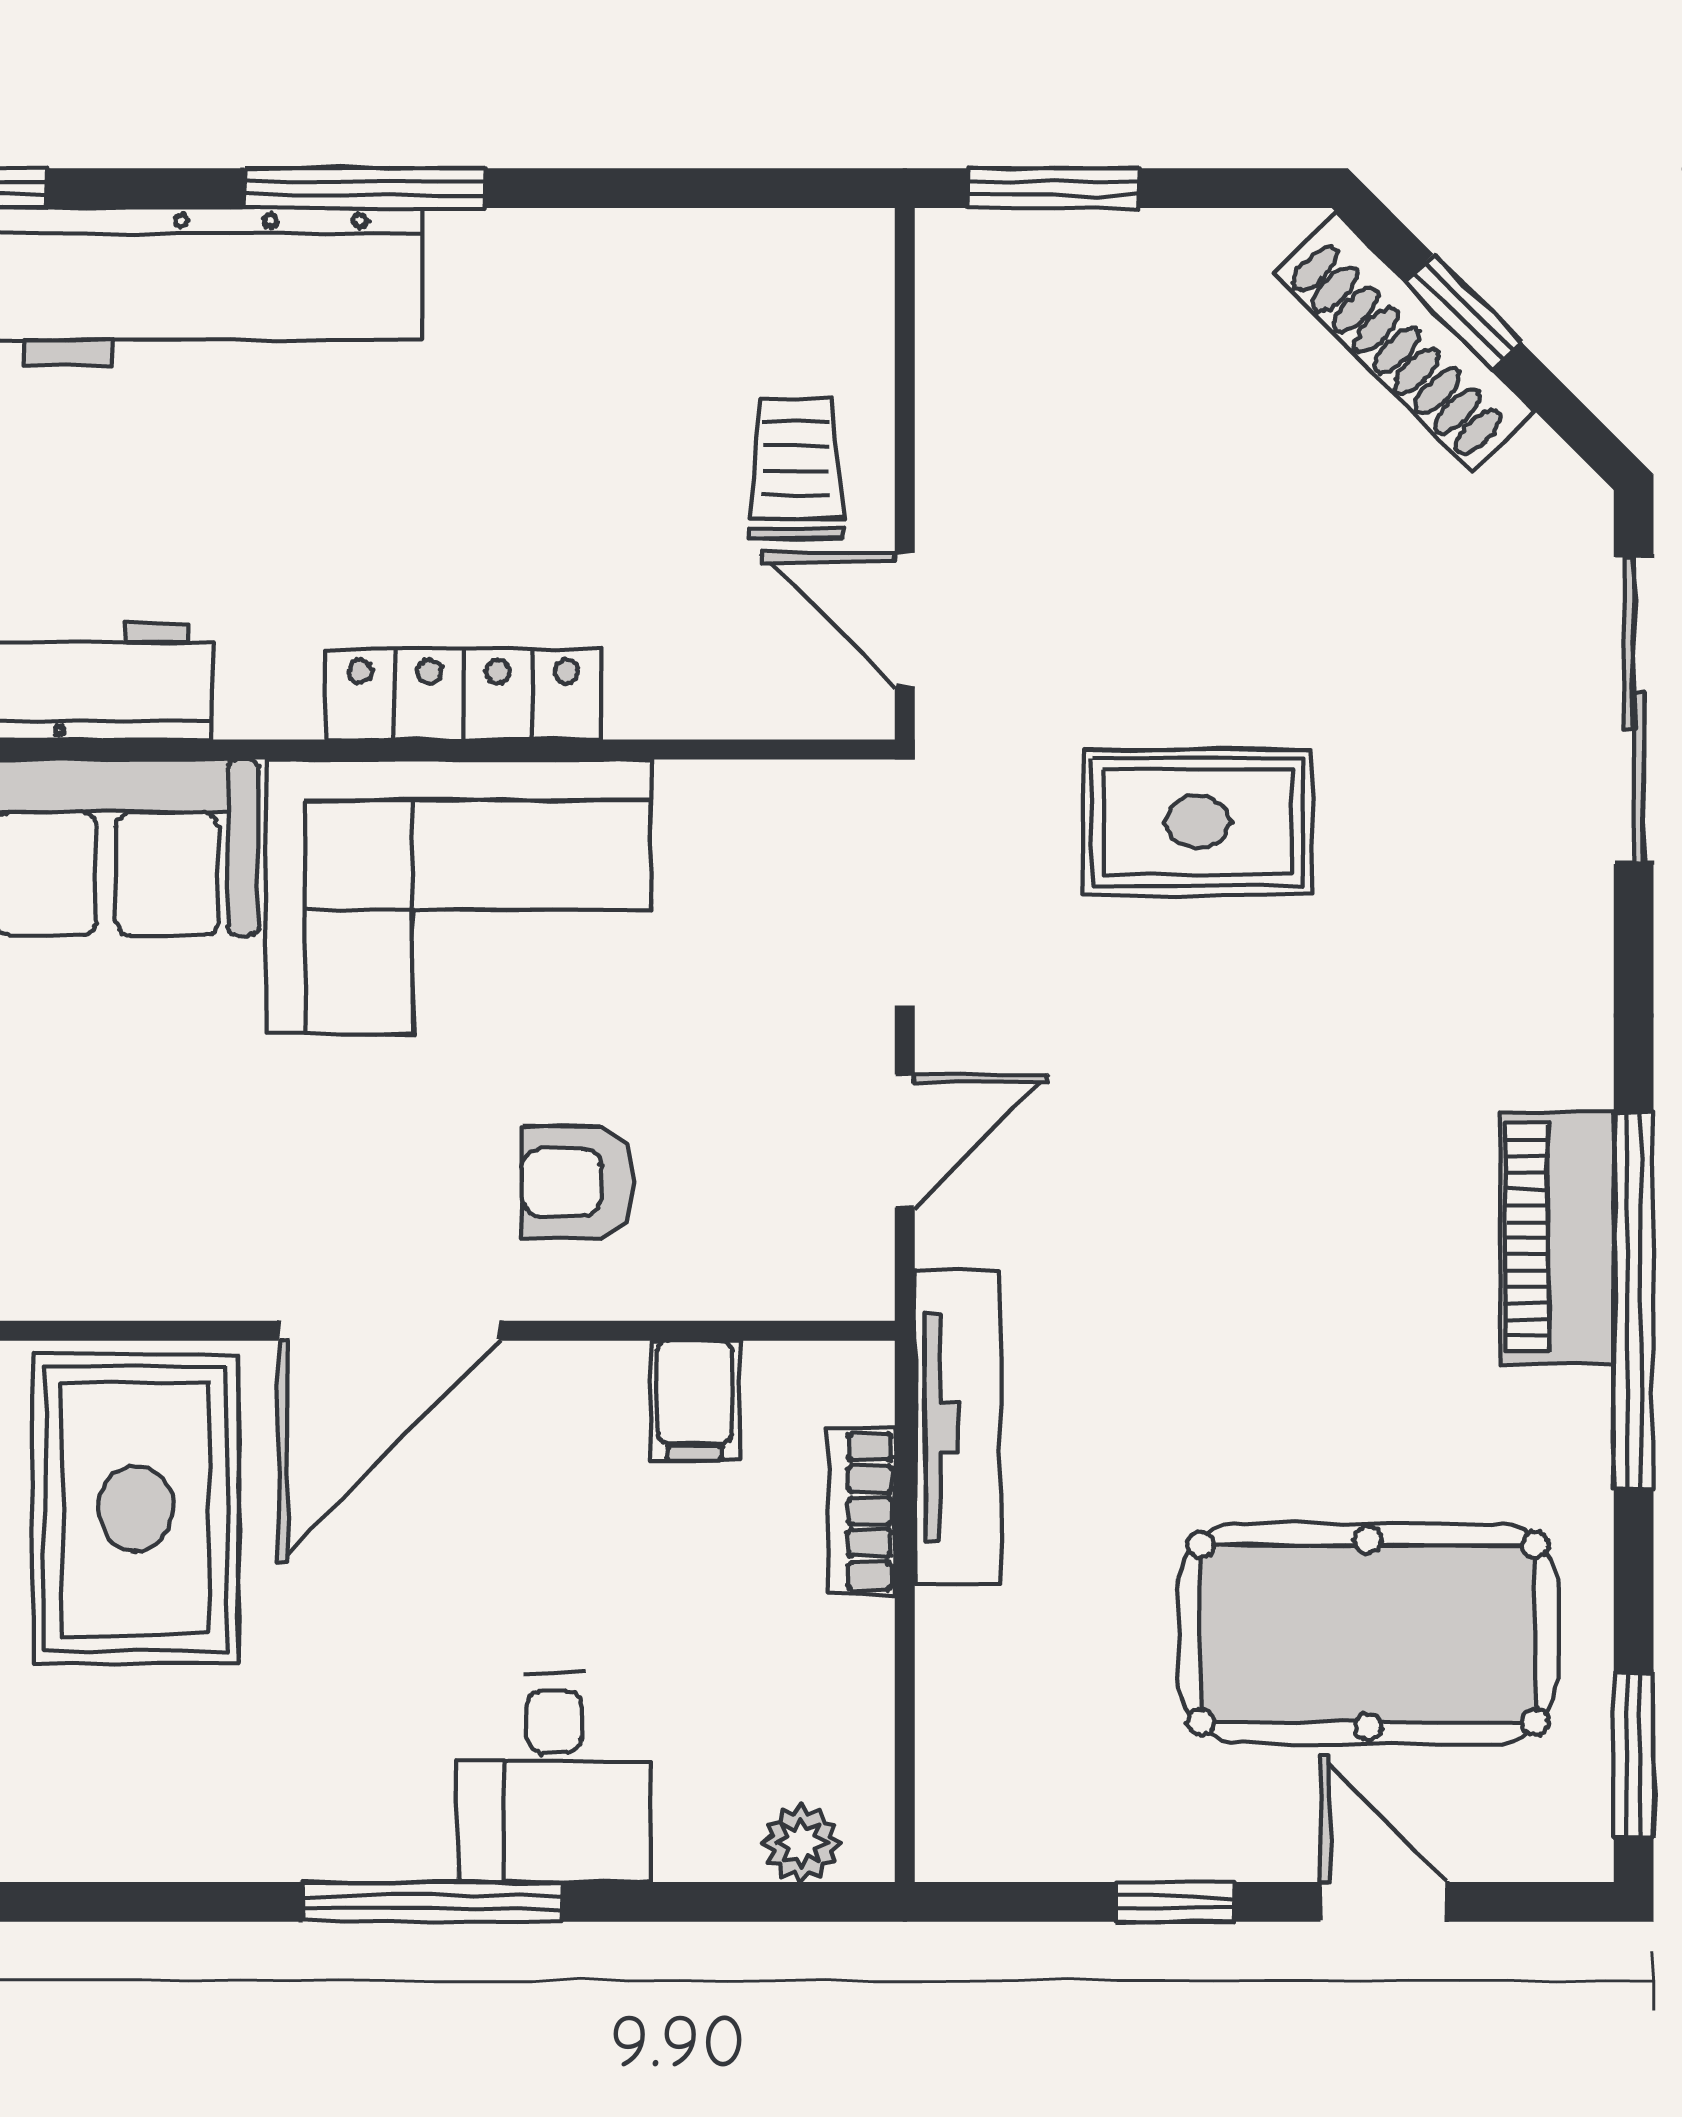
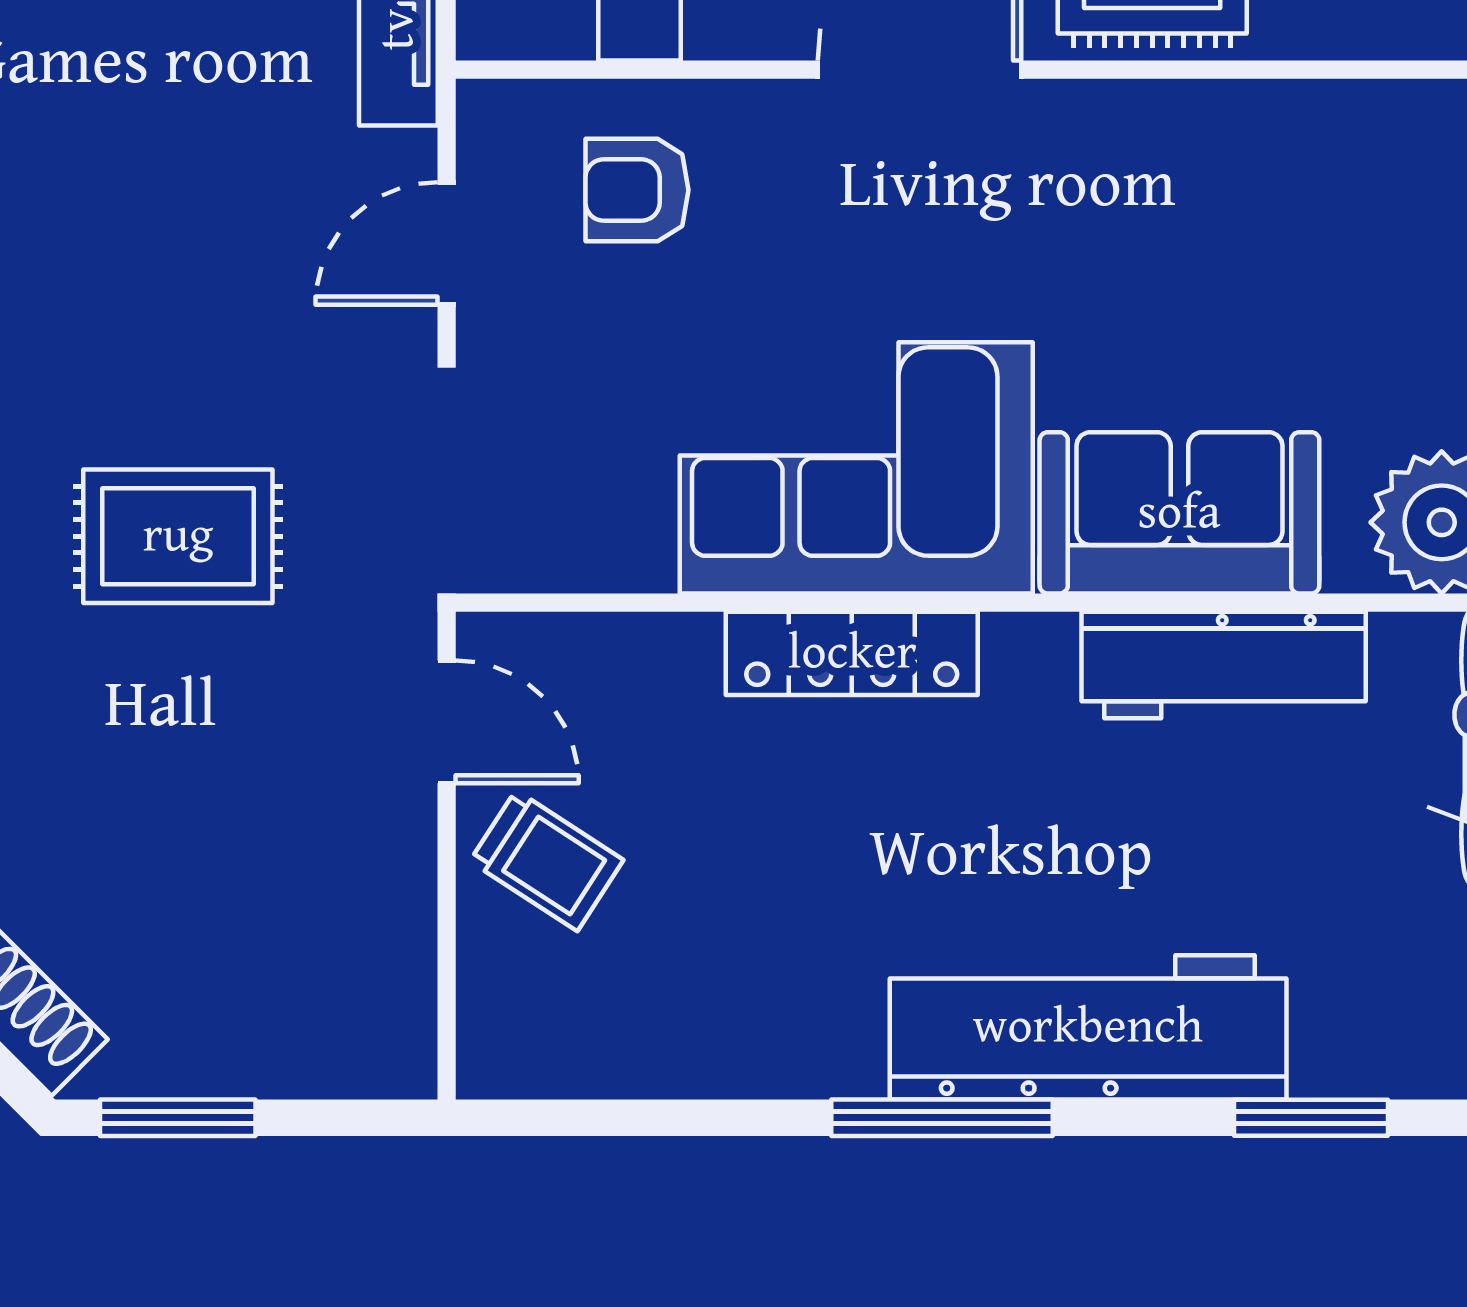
window: (1054, 188) -> (178, 1118), moved
trolley: (796, 469) -> (547, 861), turned -57
armchair: (578, 1182) -> (637, 190), moved, turned 180

